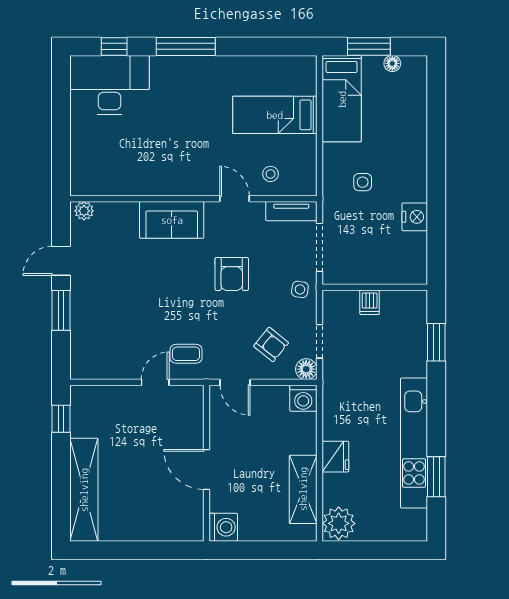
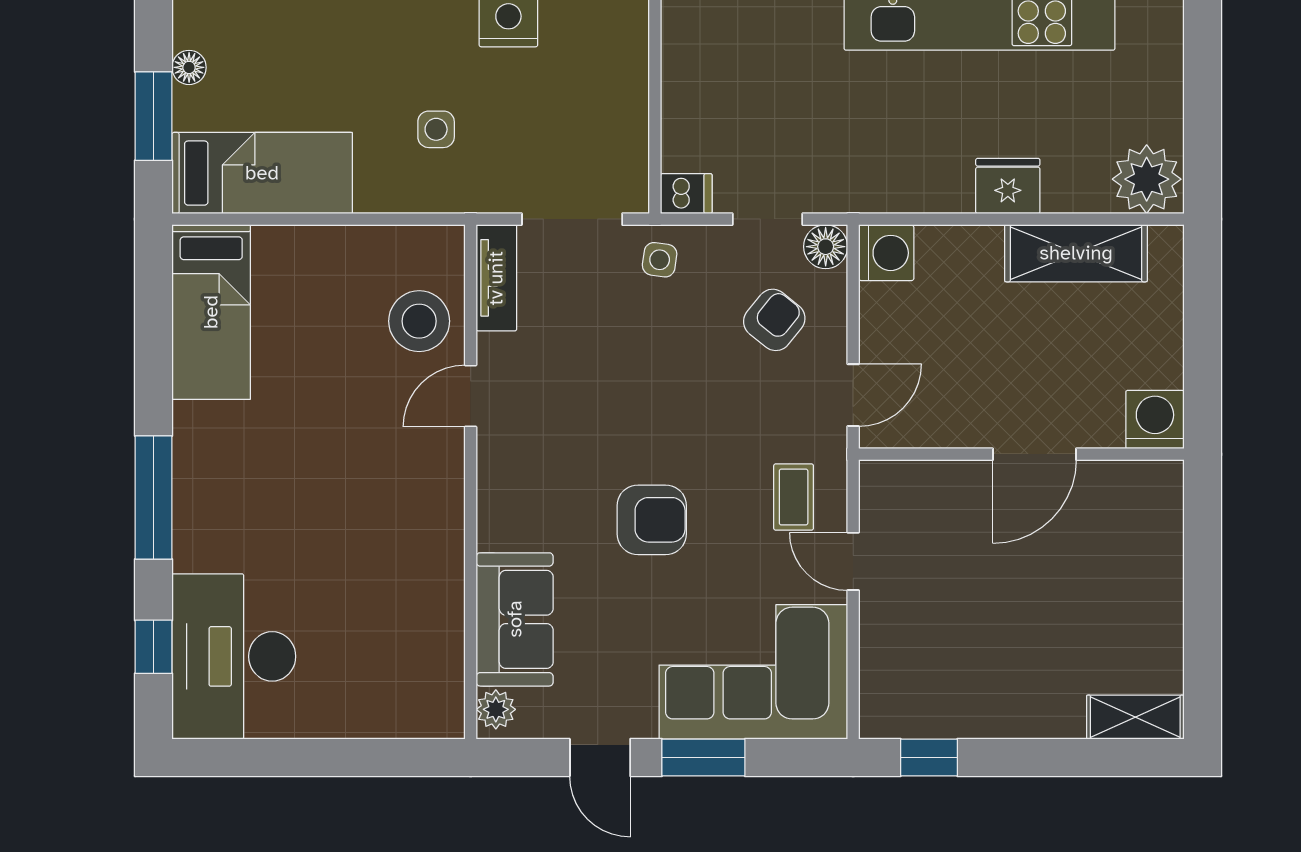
bed: (275, 115) -> (211, 312), moved
stool: (270, 174) -> (419, 321), width x1.89, depth x1.89
sofa: (172, 220) -> (515, 619), moved
armchair: (232, 274) -> (652, 520), moved
dishwasher: (370, 302) -> (686, 194), moved
corner sofa: (102, 334) -> (753, 672), added
shelving: (84, 490) -> (1135, 717), width x0.45, depth x0.75

